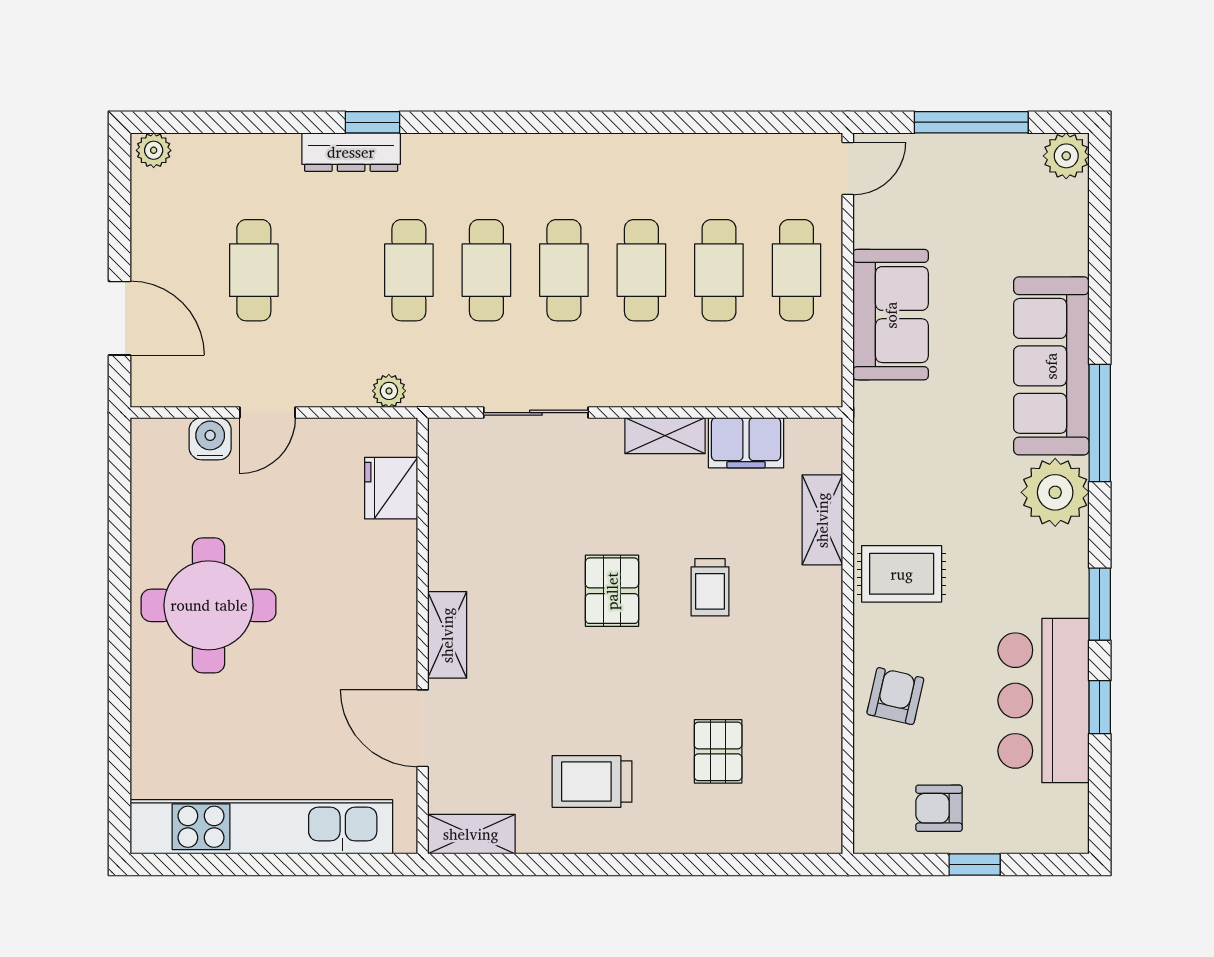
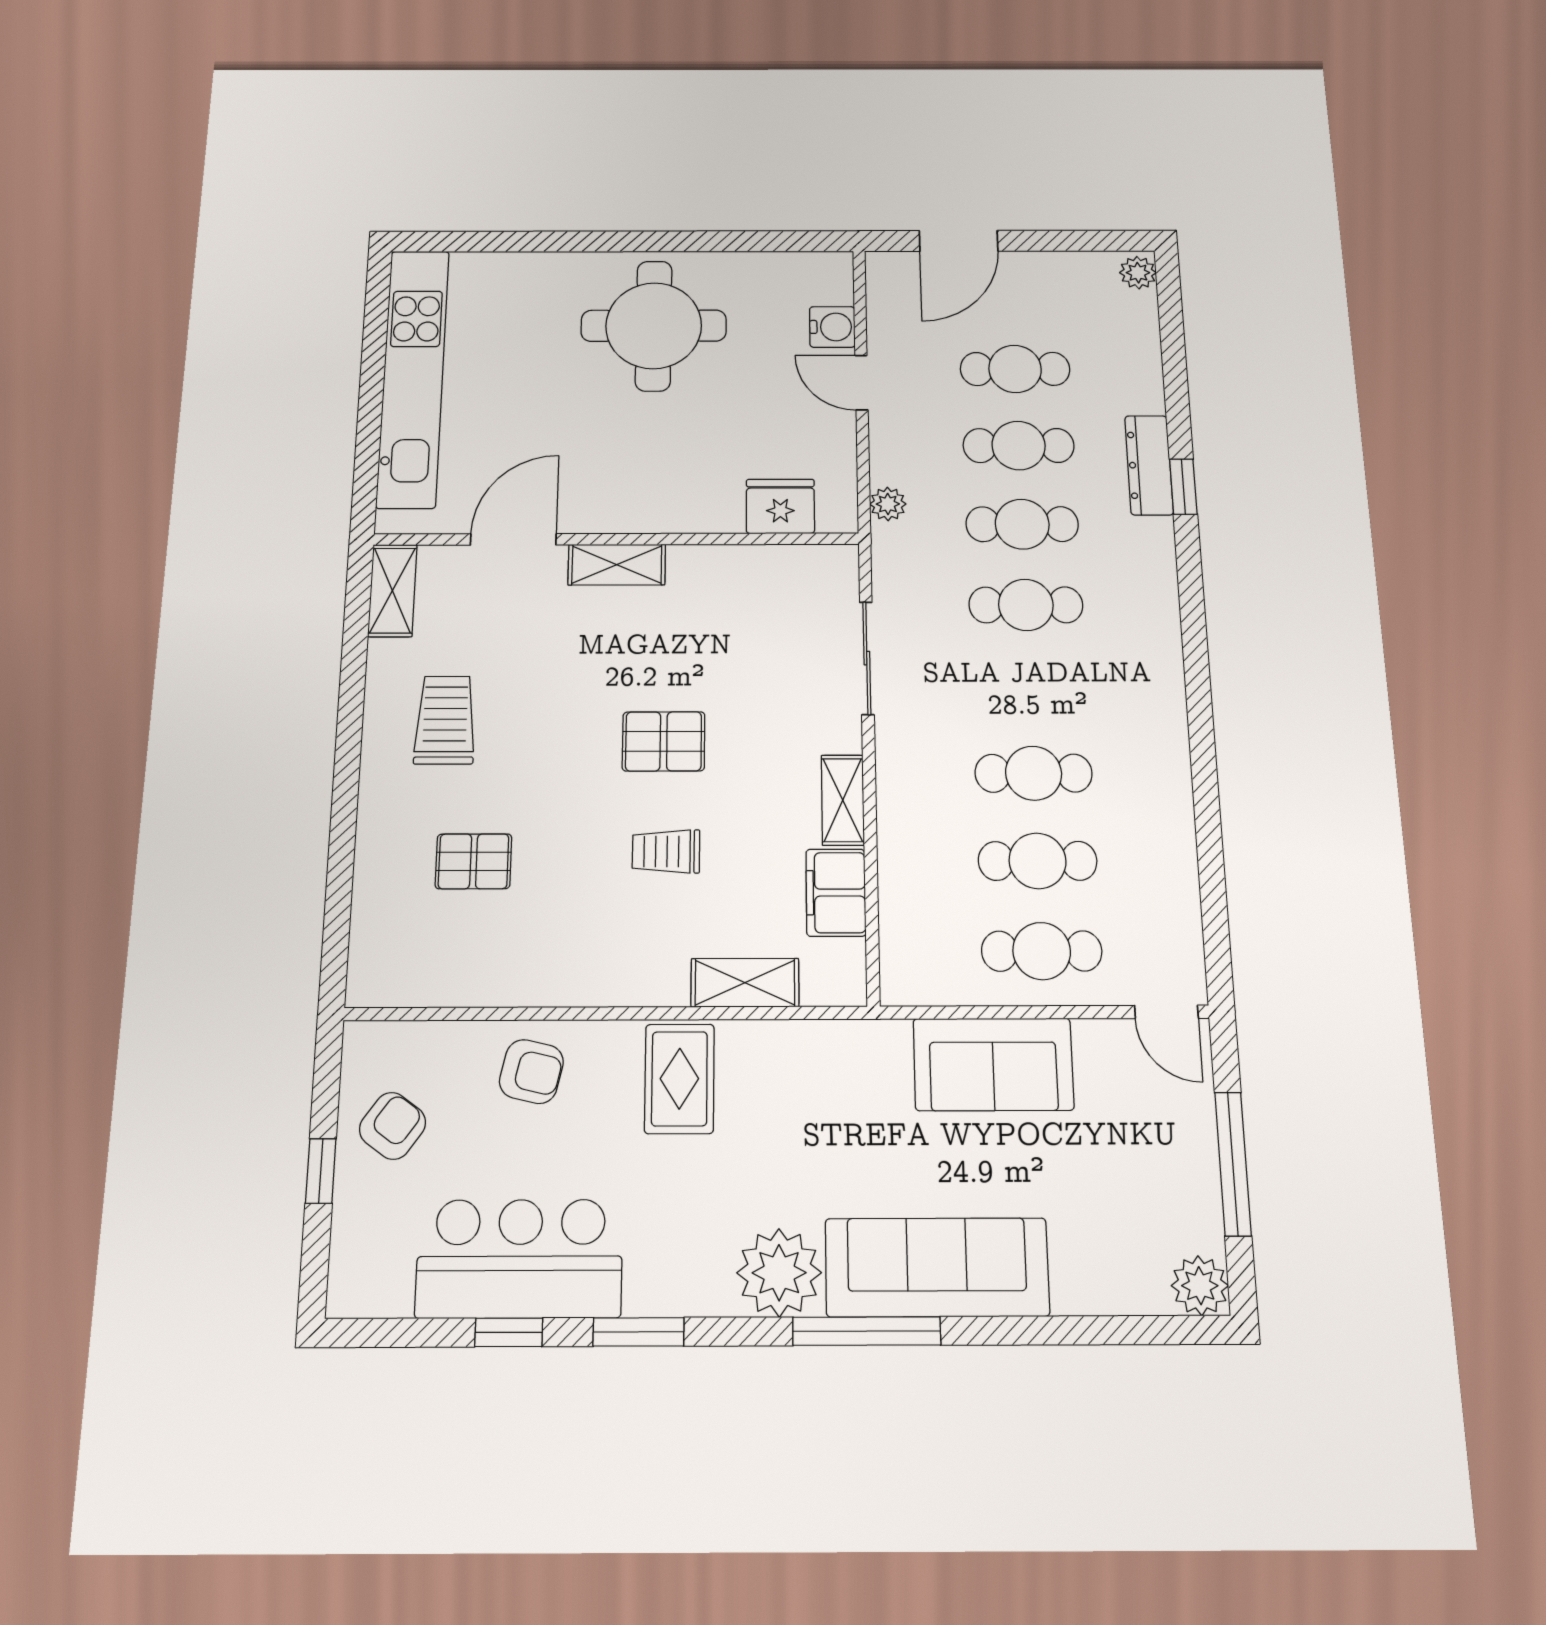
cafe table: (564, 270) -> (1019, 446), moved
armchair: (939, 808) -> (393, 1126), turned 36

